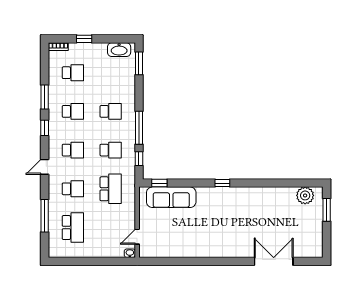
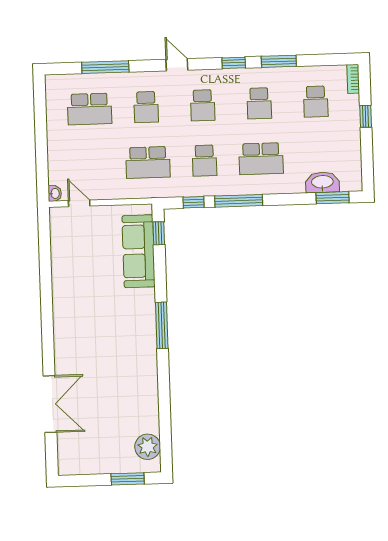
washbasin: (119, 50) -> (322, 182), moved, turned 90
school desk: (111, 111) -> (261, 159), width x1.85
window: (222, 183) -> (162, 325), width x2.17

